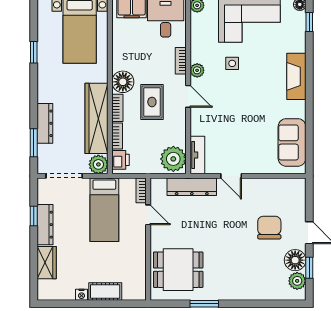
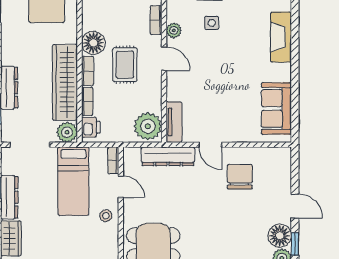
chair: (269, 228) -> (240, 177), moved
stool: (134, 242) -> (106, 216), added

